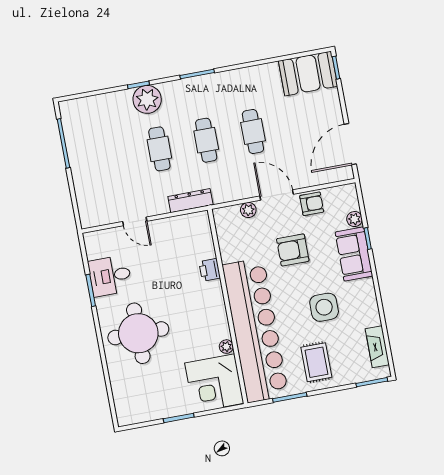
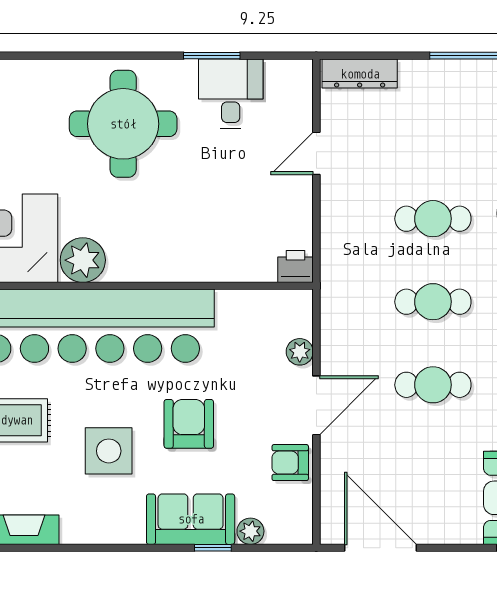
dresser: (190, 201) -> (360, 74), moved, turned 90
armchair: (312, 204) -> (290, 463), turned 90
armchair: (293, 250) -> (189, 424), moved
printer: (210, 270) -> (296, 267), moved
plant: (226, 347) -> (83, 260), width x1.88, depth x1.88

